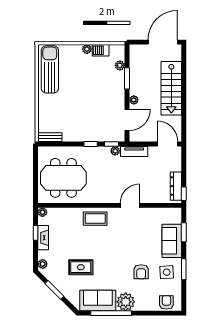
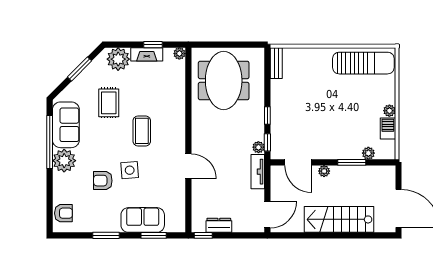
dresser: (176, 186) -> (219, 225), width x0.70
coffee table: (95, 219) -> (142, 131), moved
plant: (43, 264) -> (118, 59), width x1.87, depth x1.87
side table: (167, 272) -> (130, 170), moved

